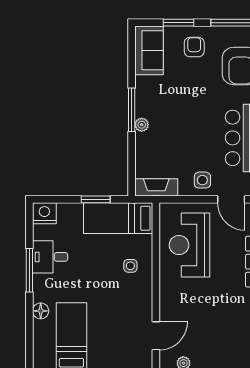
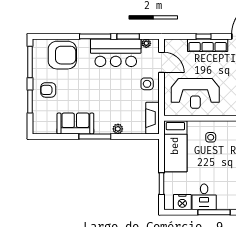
sofa: (149, 50) -> (75, 123), moved
plant: (142, 125) -> (118, 129), moved
window: (96, 199) -> (161, 184), moved
door: (231, 199) -> (161, 62), hinge flipped
nightstand: (44, 213) -> (182, 202), moved, turned -90

